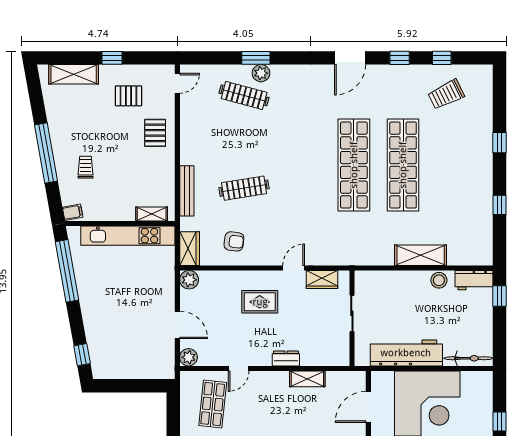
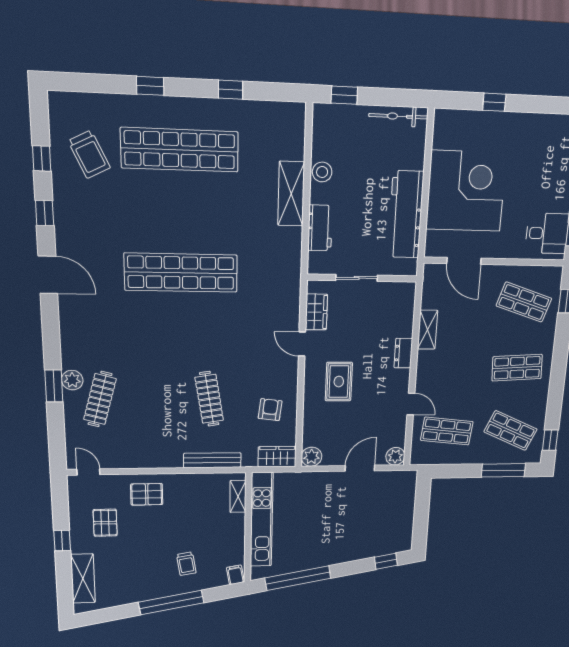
shop shelf: (403, 165) -> (180, 150), moved
trolley: (86, 167) -> (186, 564), turned -99
workbench: (474, 280) -> (320, 228), moved
bicycle: (468, 358) -> (398, 116), moved, turned -90

